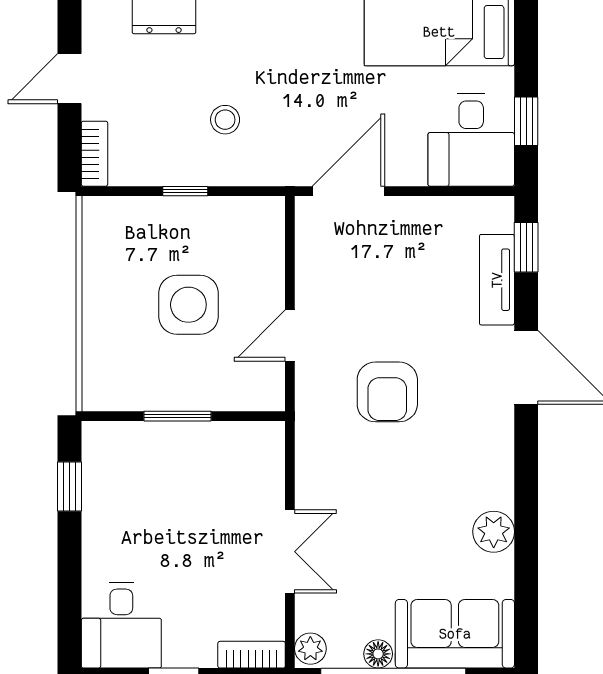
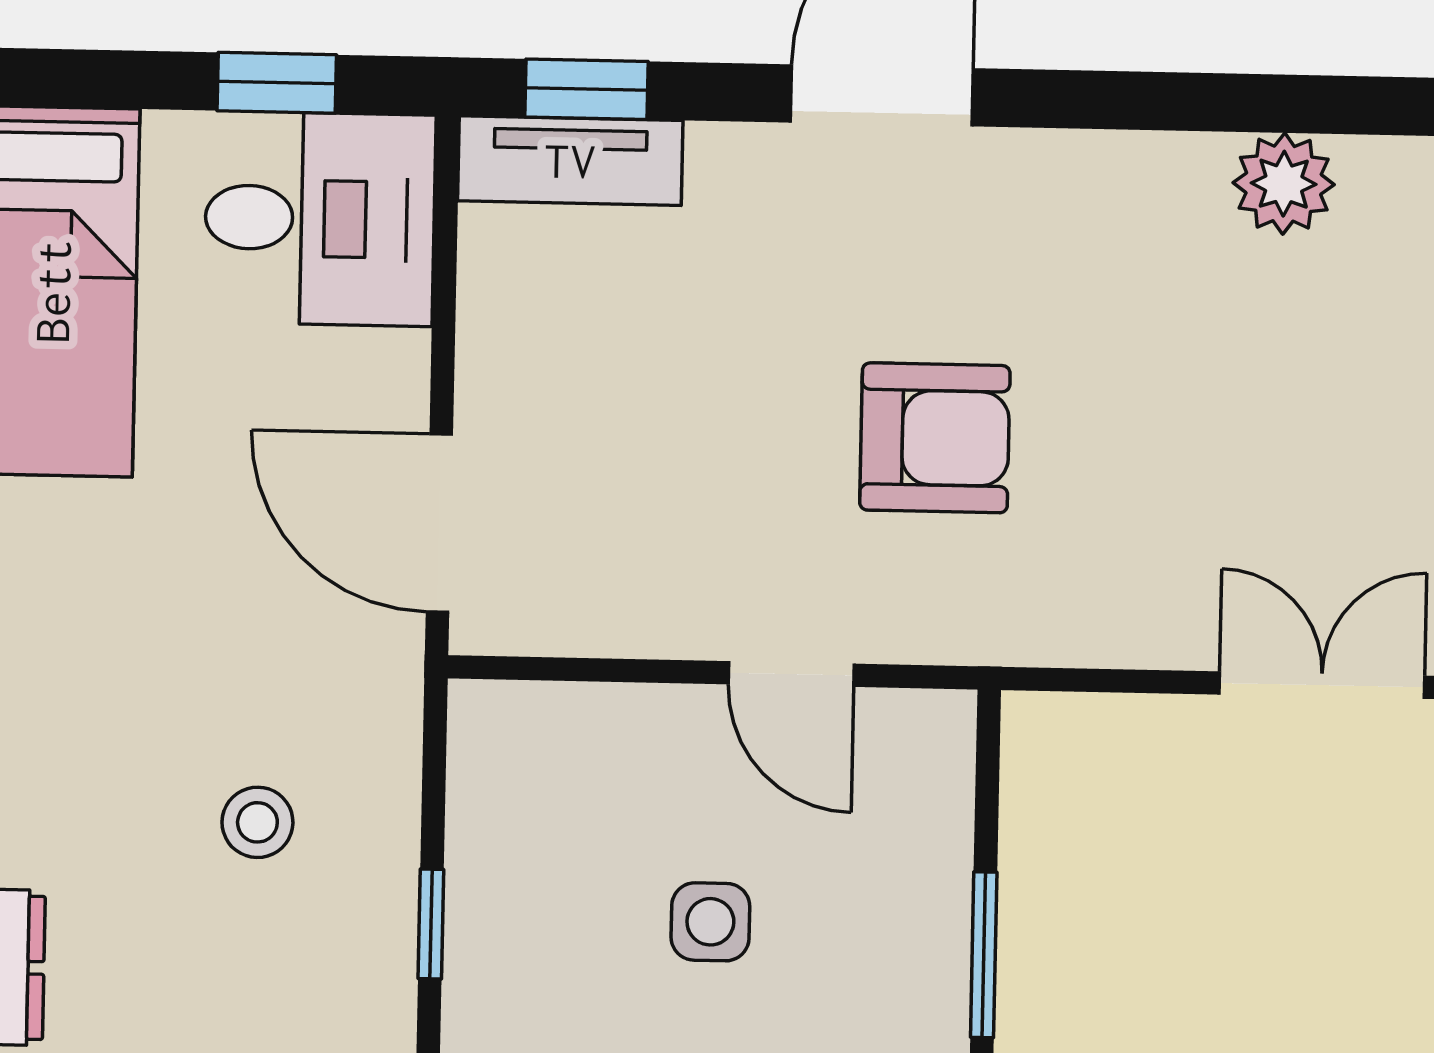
tv unit: (497, 280) -> (570, 161), moved
side table: (188, 305) -> (710, 922), width x0.54, depth x0.54

